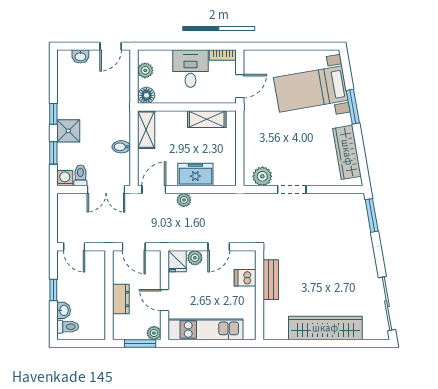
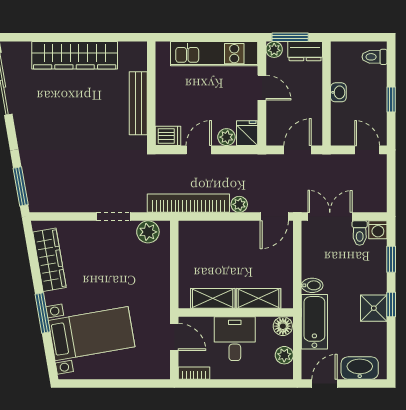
washbasin: (80, 56) -> (360, 368), width x1.91, depth x1.45
desk: (190, 69) -> (235, 339), moved, turned 180
door: (240, 86) -> (174, 337), swing flipped
bathtub: (119, 99) -> (314, 322), added
shelving: (146, 130) -> (259, 298), moved, turned 90
shower: (68, 131) -> (374, 308), moved
bidet: (121, 147) -> (312, 285), moved
freezer: (195, 175) -> (226, 234), removed
bookcase: (228, 201) -> (188, 203), added
door: (134, 247) -> (298, 150), hinge flipped
dishwasher: (245, 278) -> (168, 136), moved
bench: (271, 280) -> (138, 103), width x1.36
dresser: (121, 299) -> (305, 51), moved, turned -90
washbasin: (64, 310) -> (338, 92), moved, turned 180

